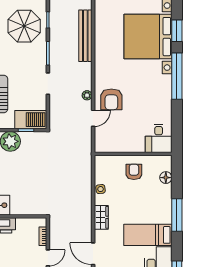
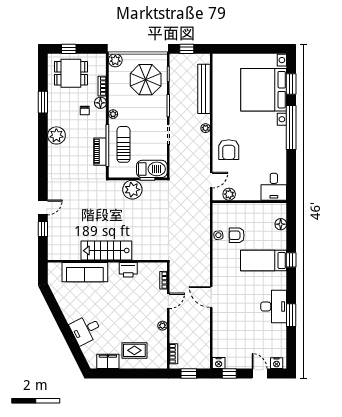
plant: (87, 95) -> (206, 128), moved
door: (93, 118) -> (211, 180), moved
plant: (112, 146) -> (229, 194), added
armchair: (134, 172) -> (237, 235), moved, turned -90
window: (177, 215) -> (291, 260), width x0.46
wardrobe: (101, 217) -> (219, 262), removed
bed: (148, 235) -> (264, 260), moved

